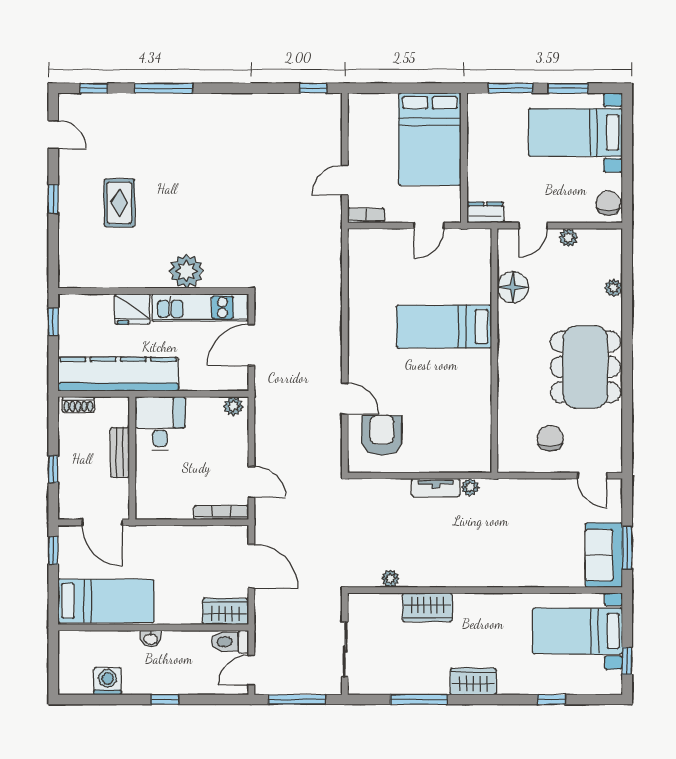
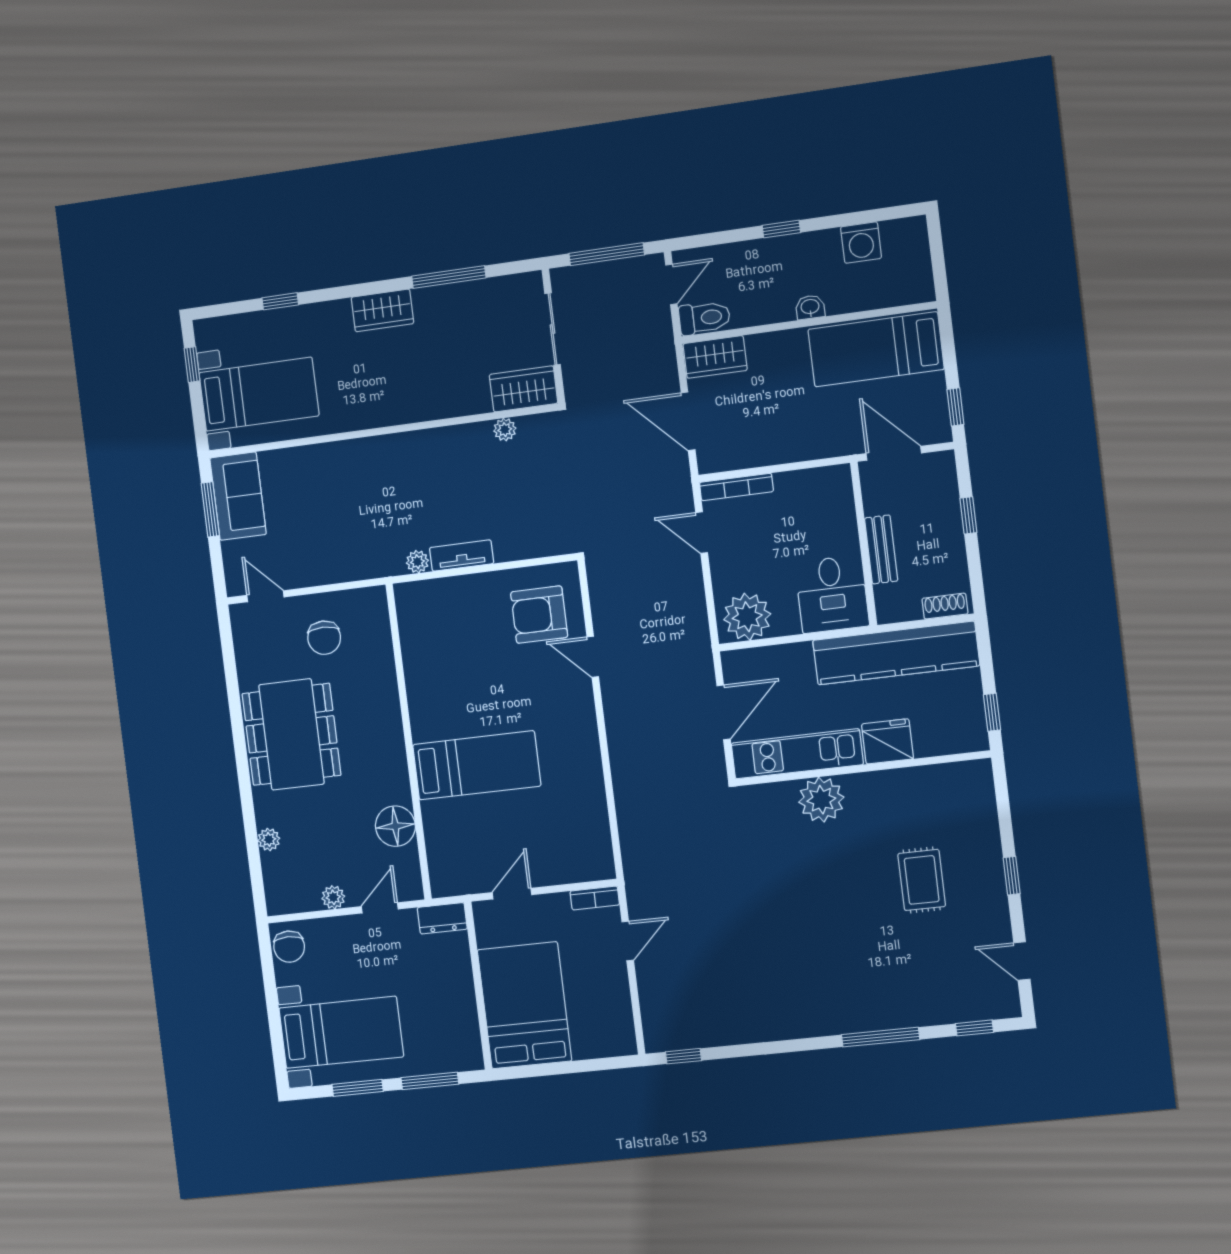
plant: (233, 406) -> (747, 617), width x1.87, depth x1.87
armchair: (382, 435) -> (539, 615), turned 90
wardrobe: (427, 607) -> (524, 389), moved

